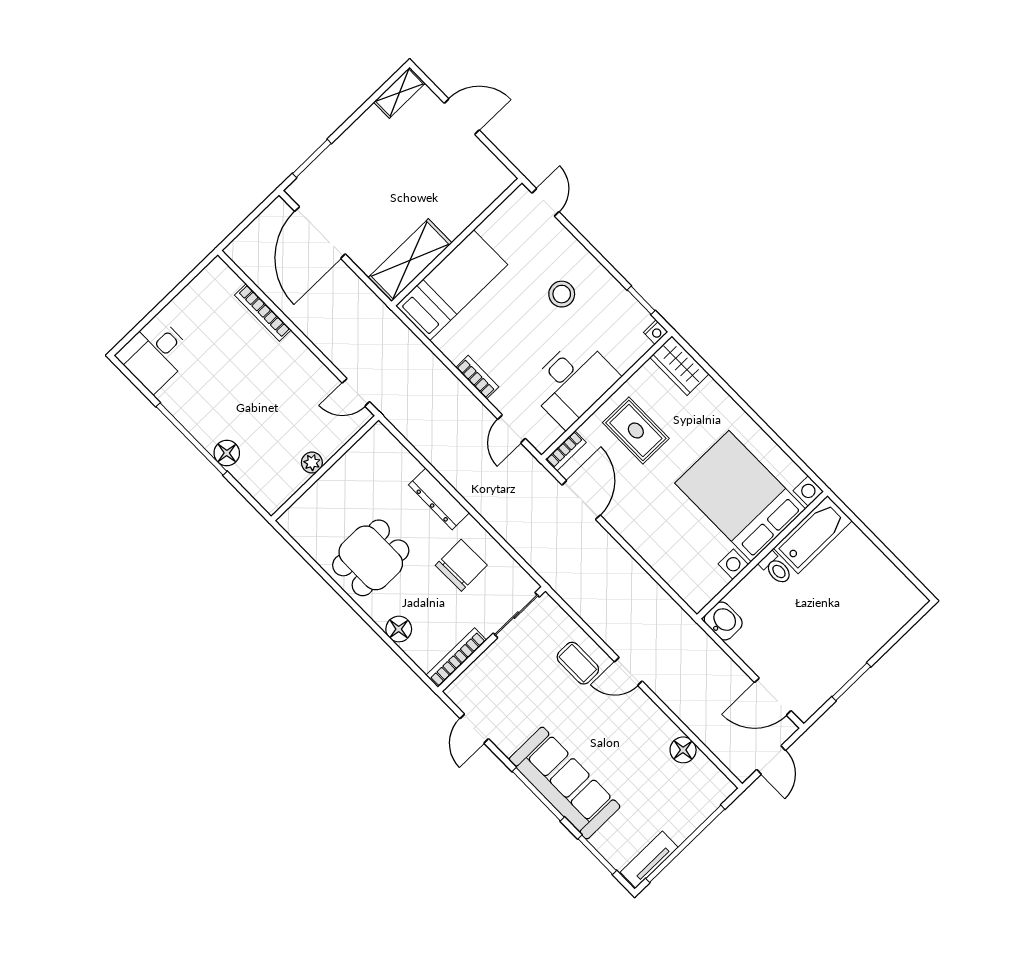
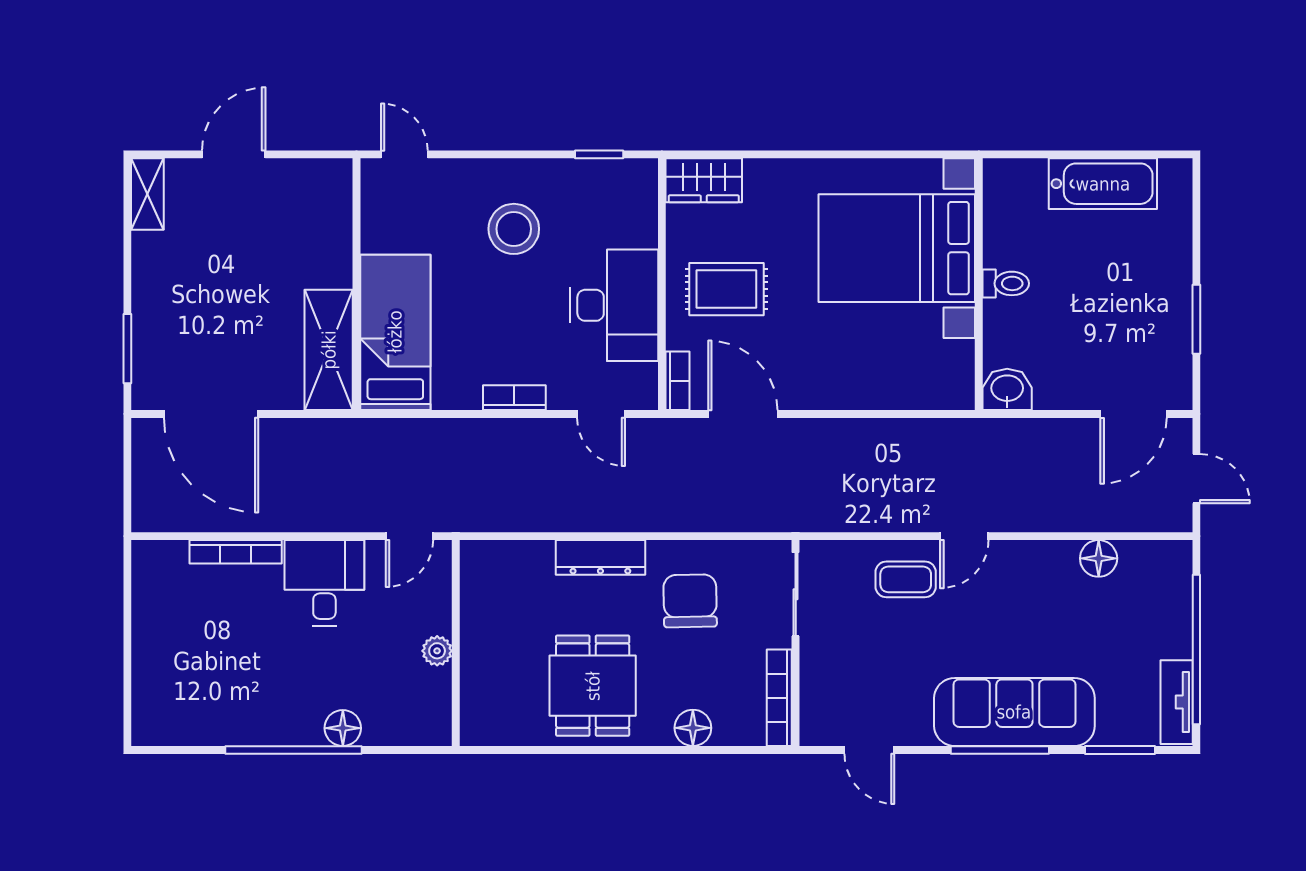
stool: (562, 294) -> (514, 229), width x1.38, depth x1.38
nightstand: (656, 332) -> (646, 171), removed
desk: (155, 354) -> (324, 583), moved, turned 180
bathtub: (813, 534) -> (1103, 184), moved, turned 90

